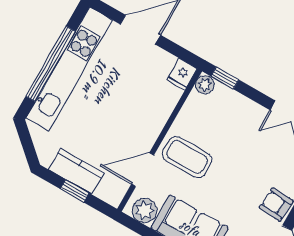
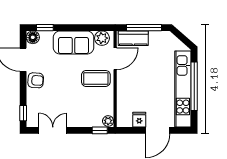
fridge: (182, 74) -> (139, 120), moved
kitchen counter: (76, 171) -> (133, 38), moved
window: (75, 191) -> (144, 28), width x2.17

